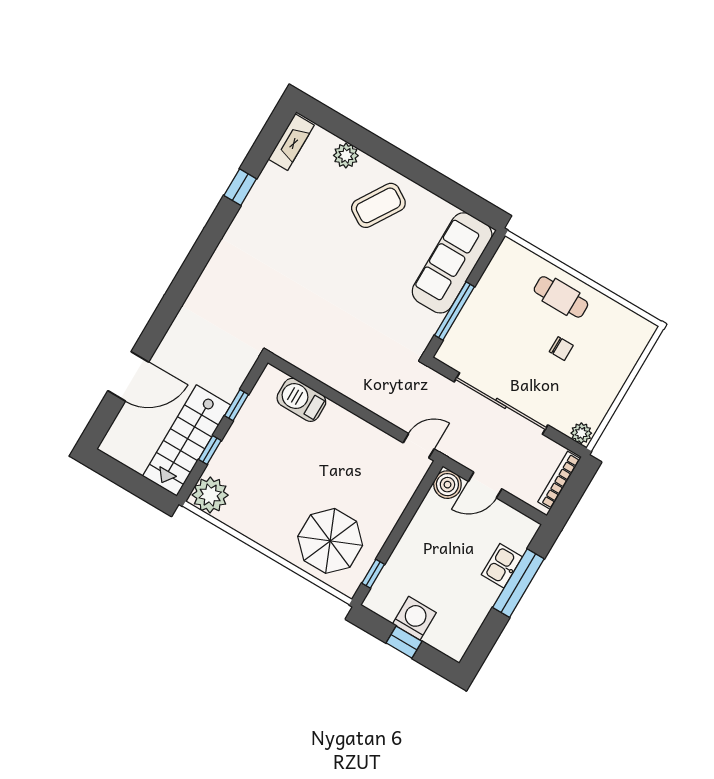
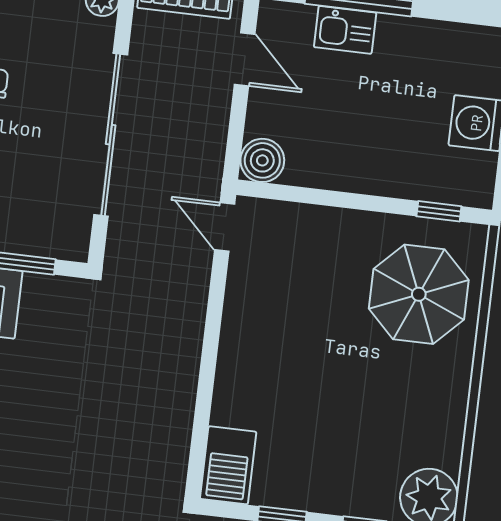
barbecue: (301, 400) -> (228, 465), moved
door: (485, 485) -> (245, 59), moved

